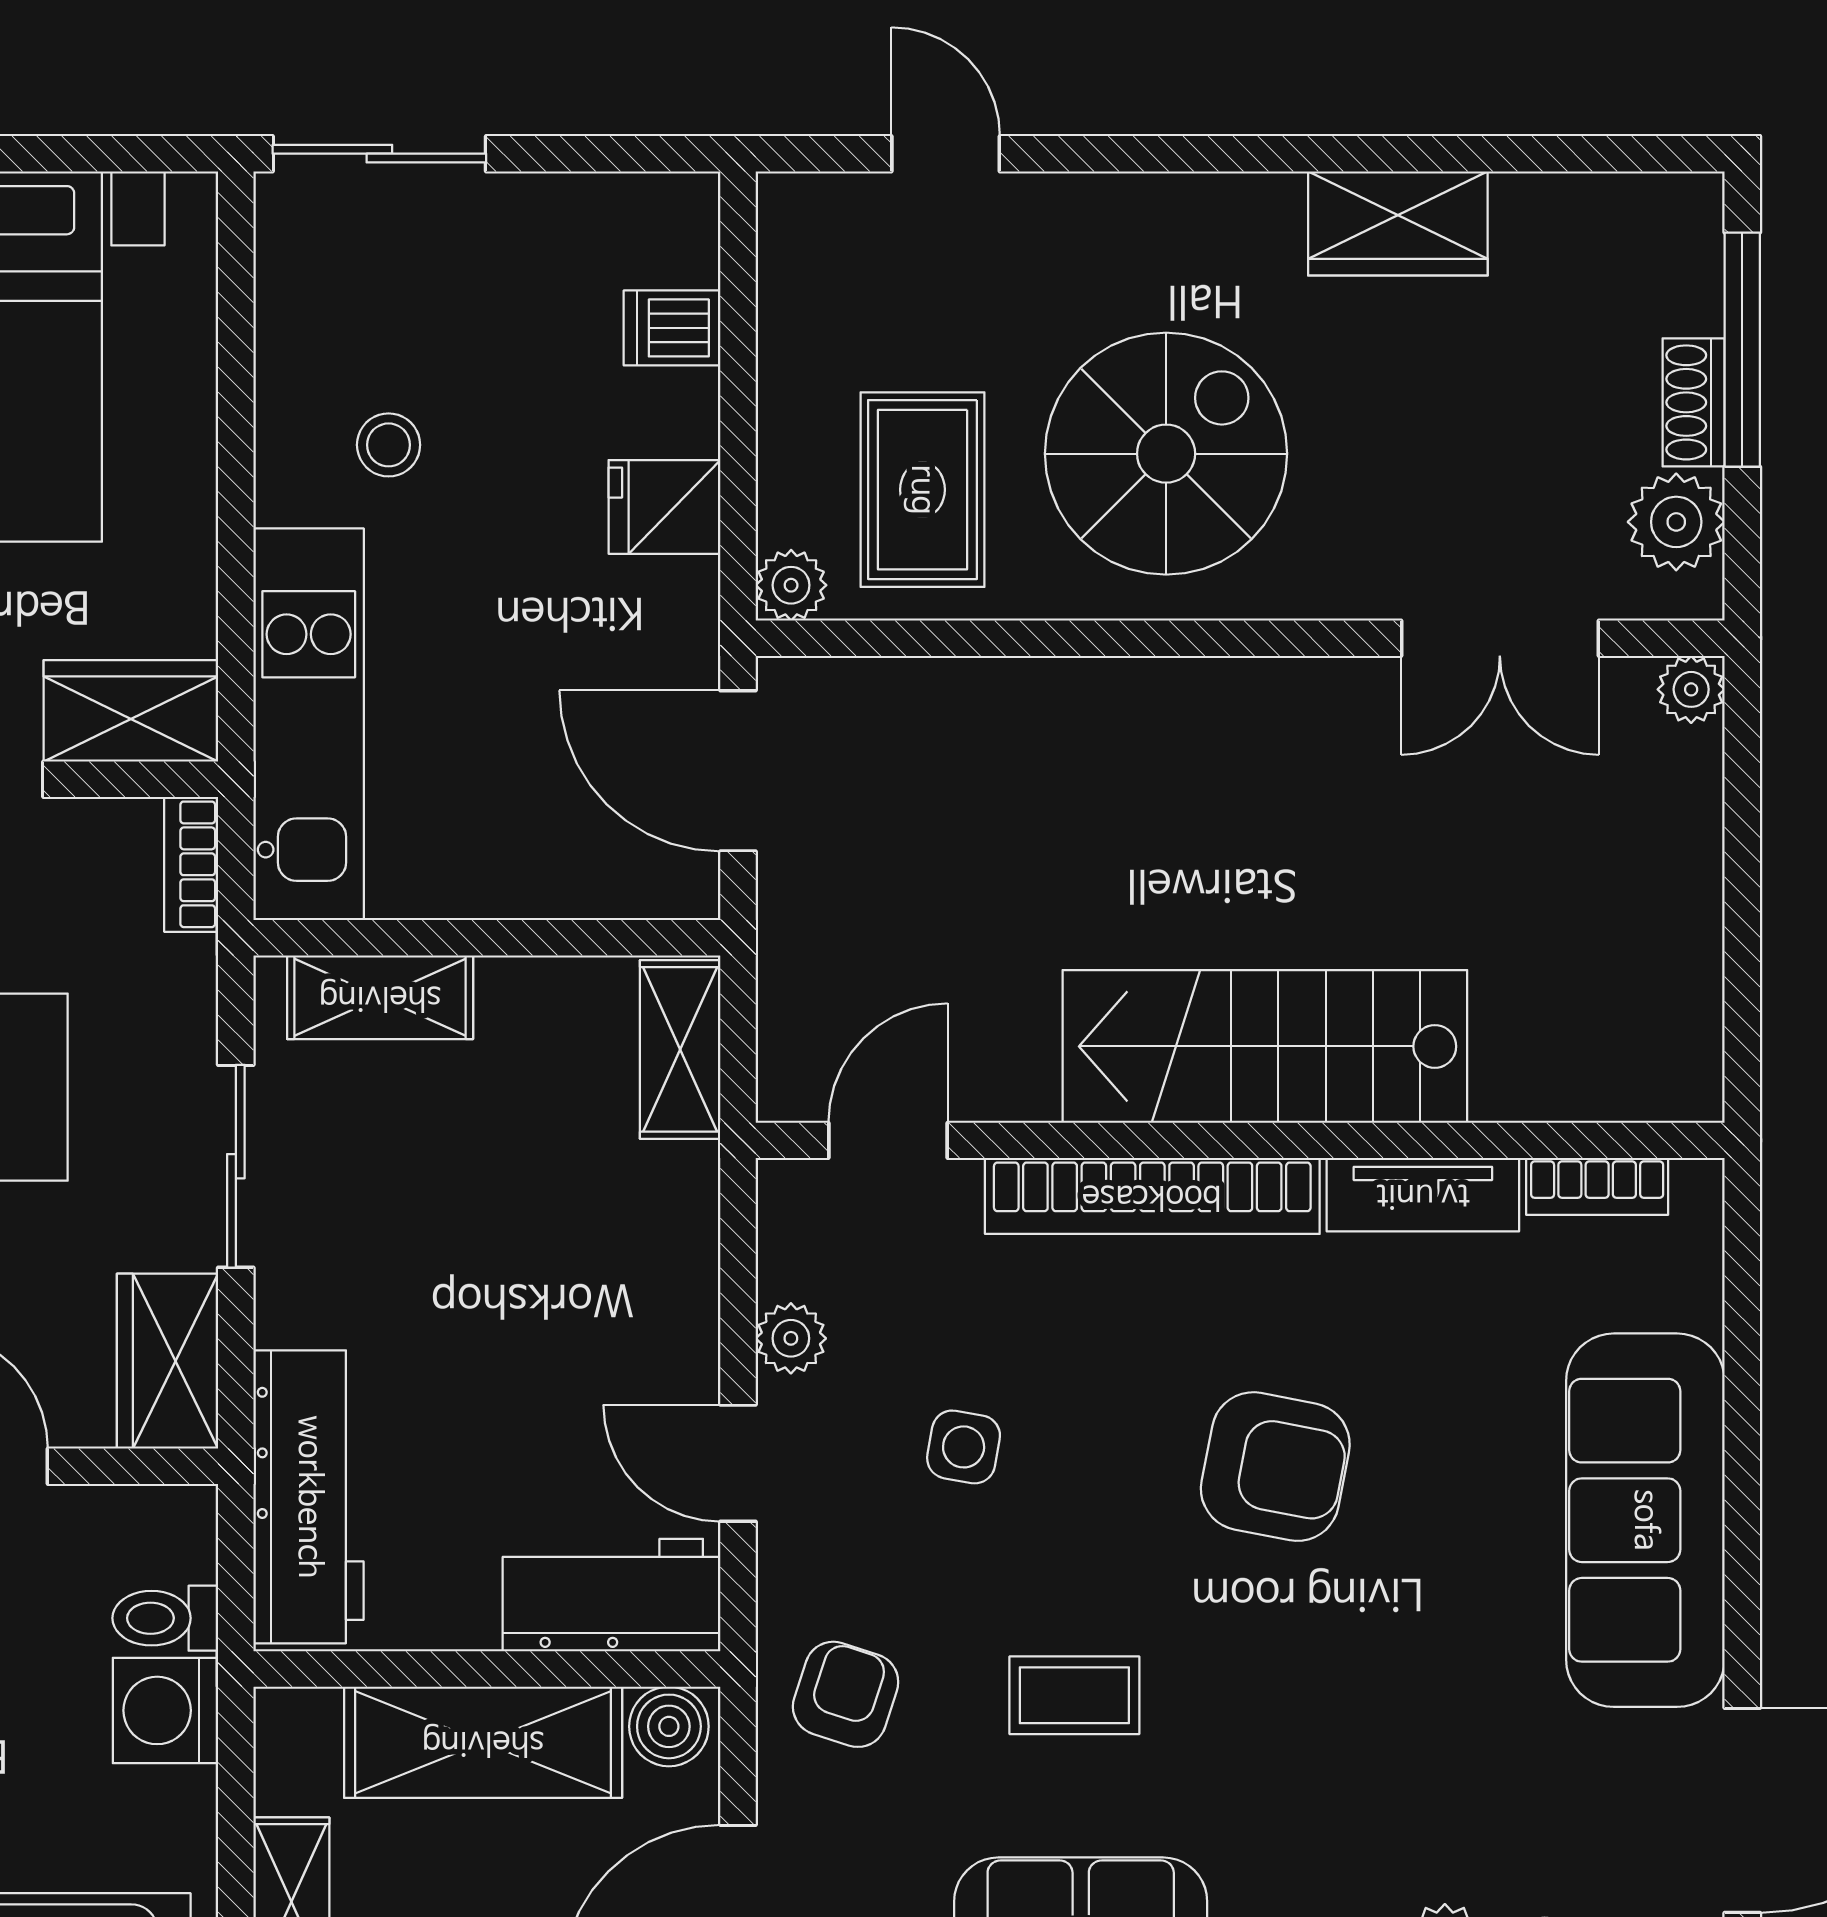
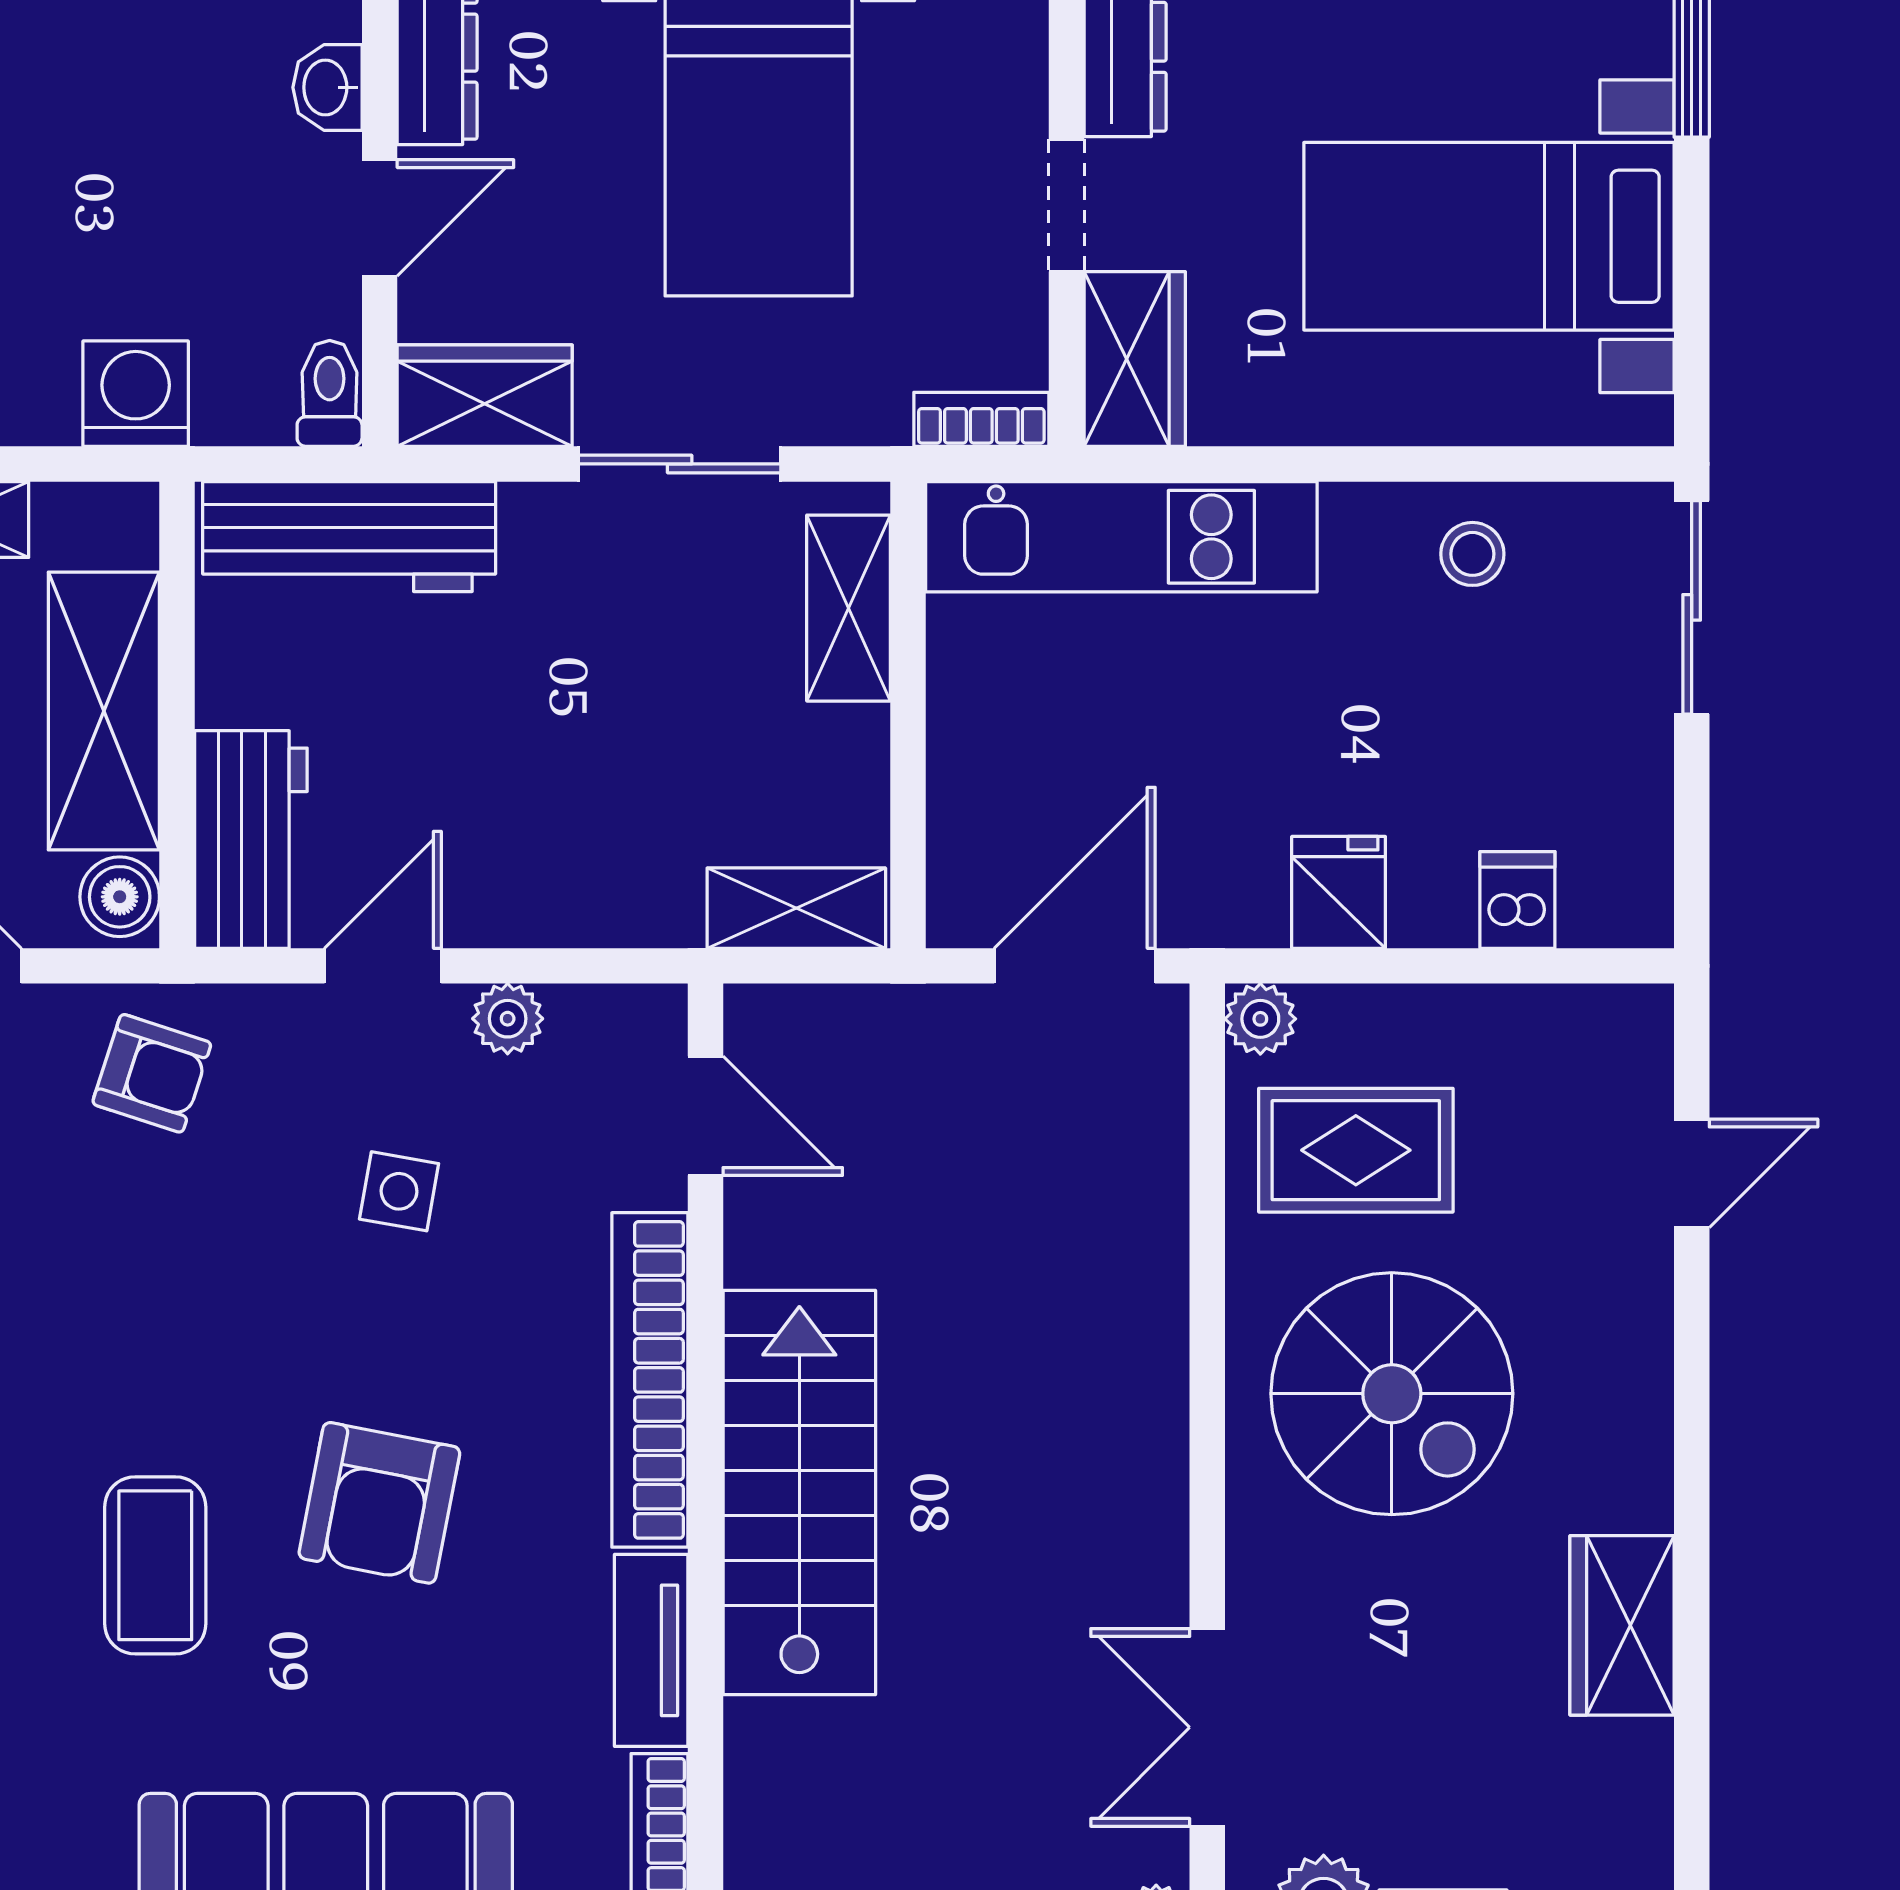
stool: (389, 445) -> (1472, 554), moved
toilet: (165, 1618) -> (330, 393), moved
coffee table: (1074, 1695) -> (155, 1565), moved, width x1.36, depth x1.30

